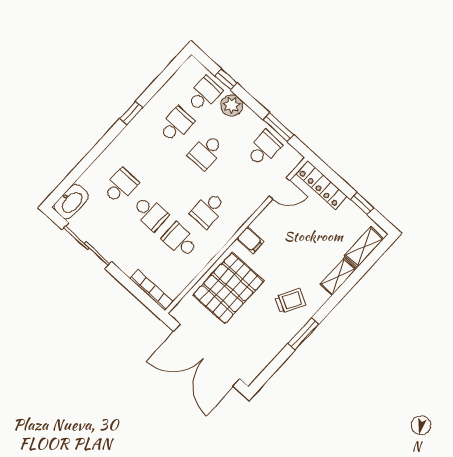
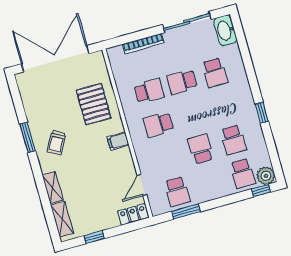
window: (226, 79) -> (261, 191), moved
plant: (232, 105) -> (266, 176), moved
locker: (321, 185) -> (133, 214), width x0.66
school desk: (208, 210) -> (158, 125), turned -90
pallet: (228, 288) -> (94, 104), width x0.73, depth x0.71
bookcase: (151, 290) -> (143, 44), moved

